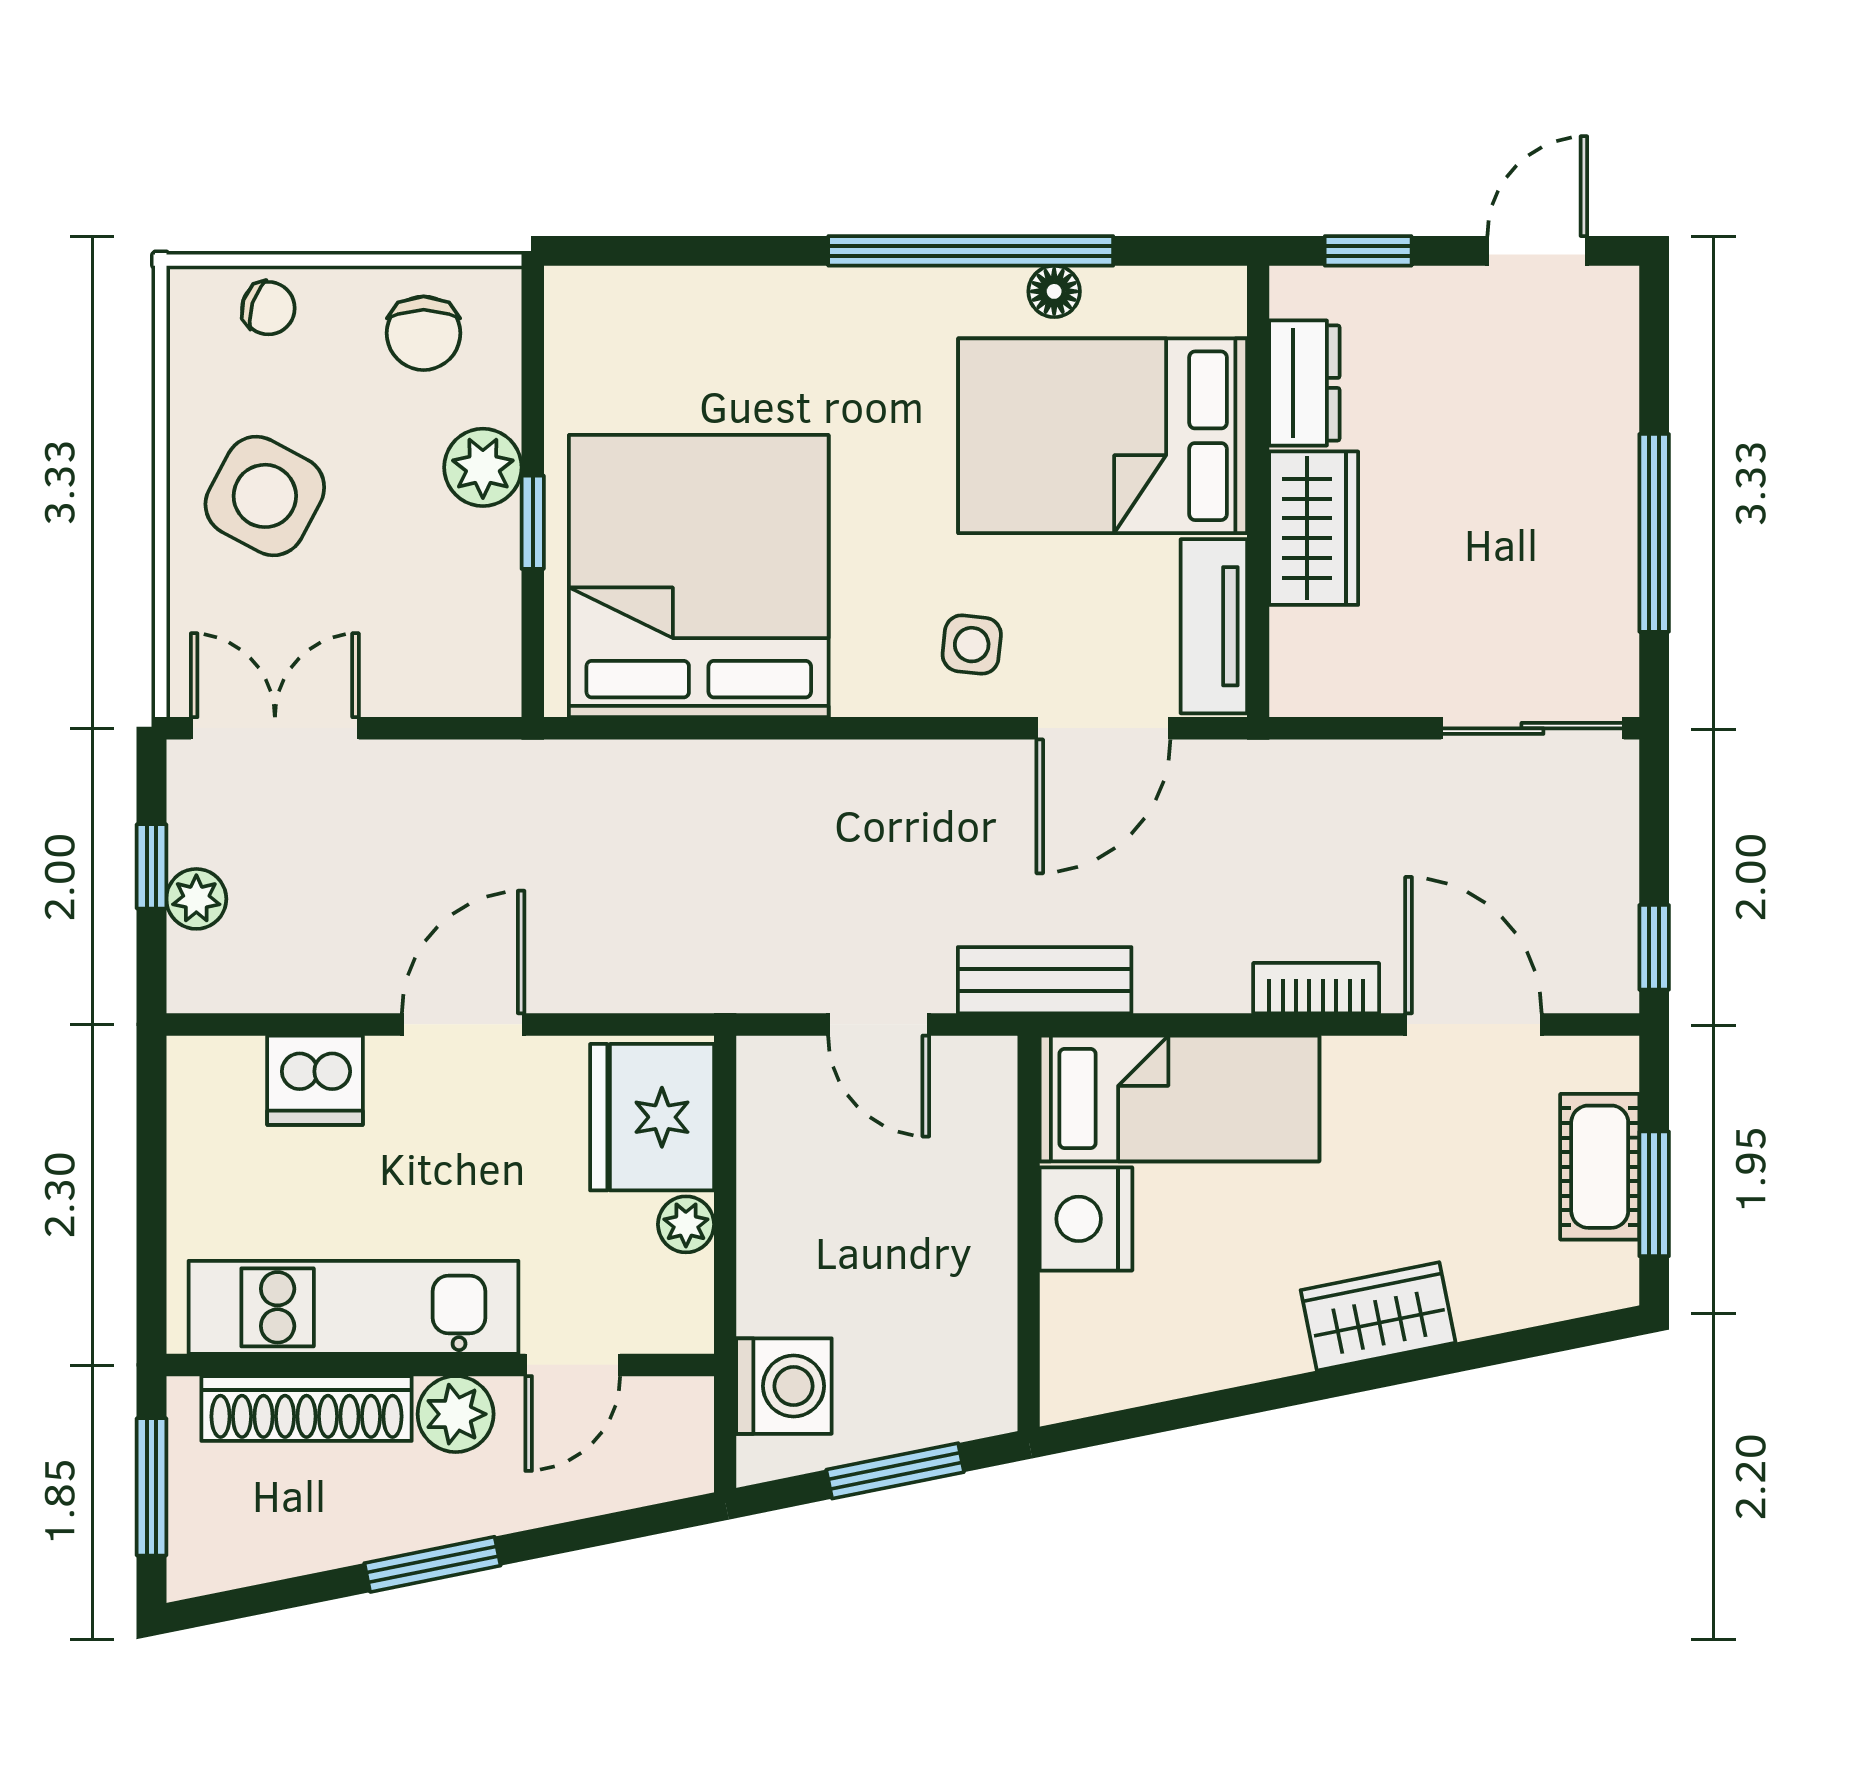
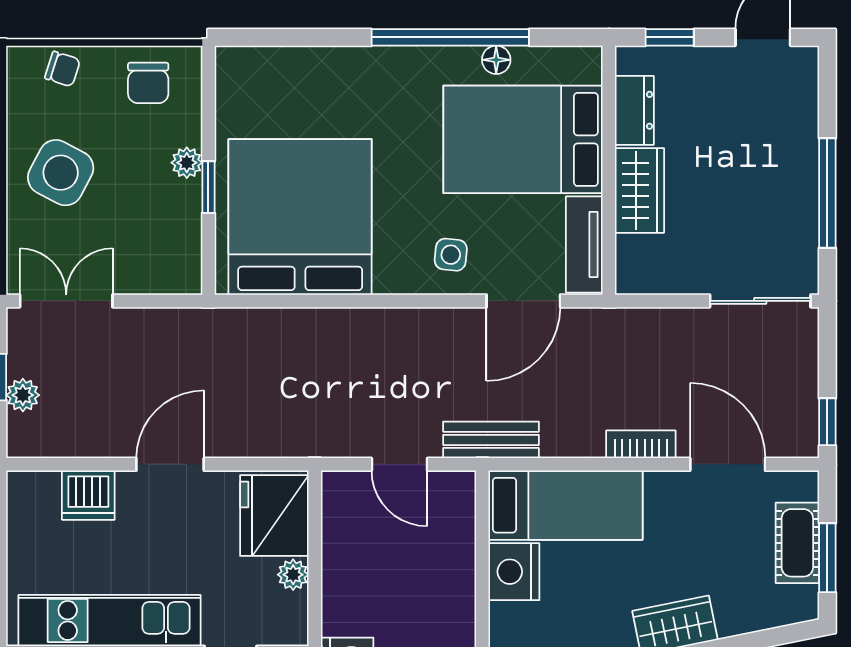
plant: (483, 467) -> (187, 163), width x0.73, depth x0.73

